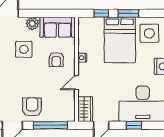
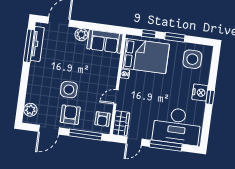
bed: (120, 40) -> (145, 56), moved, turned -90
side table: (24, 49) -> (69, 90), moved
armchair: (56, 60) -> (102, 119), moved
window: (134, 125) -> (166, 145), width x2.17

